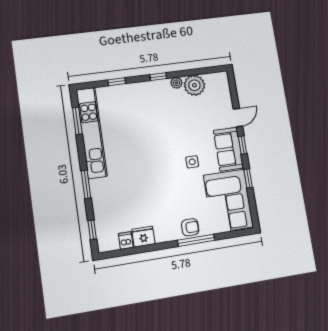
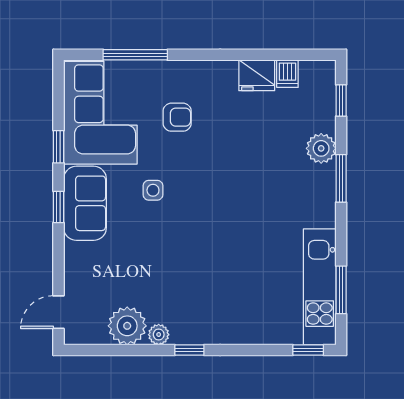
window: (117, 82) -> (308, 350), moved
door: (238, 118) -> (59, 312), moved
kitchen unit: (92, 133) -> (320, 287), width x0.73
plant: (100, 200) -> (321, 148), added
armchair: (190, 227) -> (177, 117), moved, turned 180
window: (196, 240) -> (135, 55), moved

